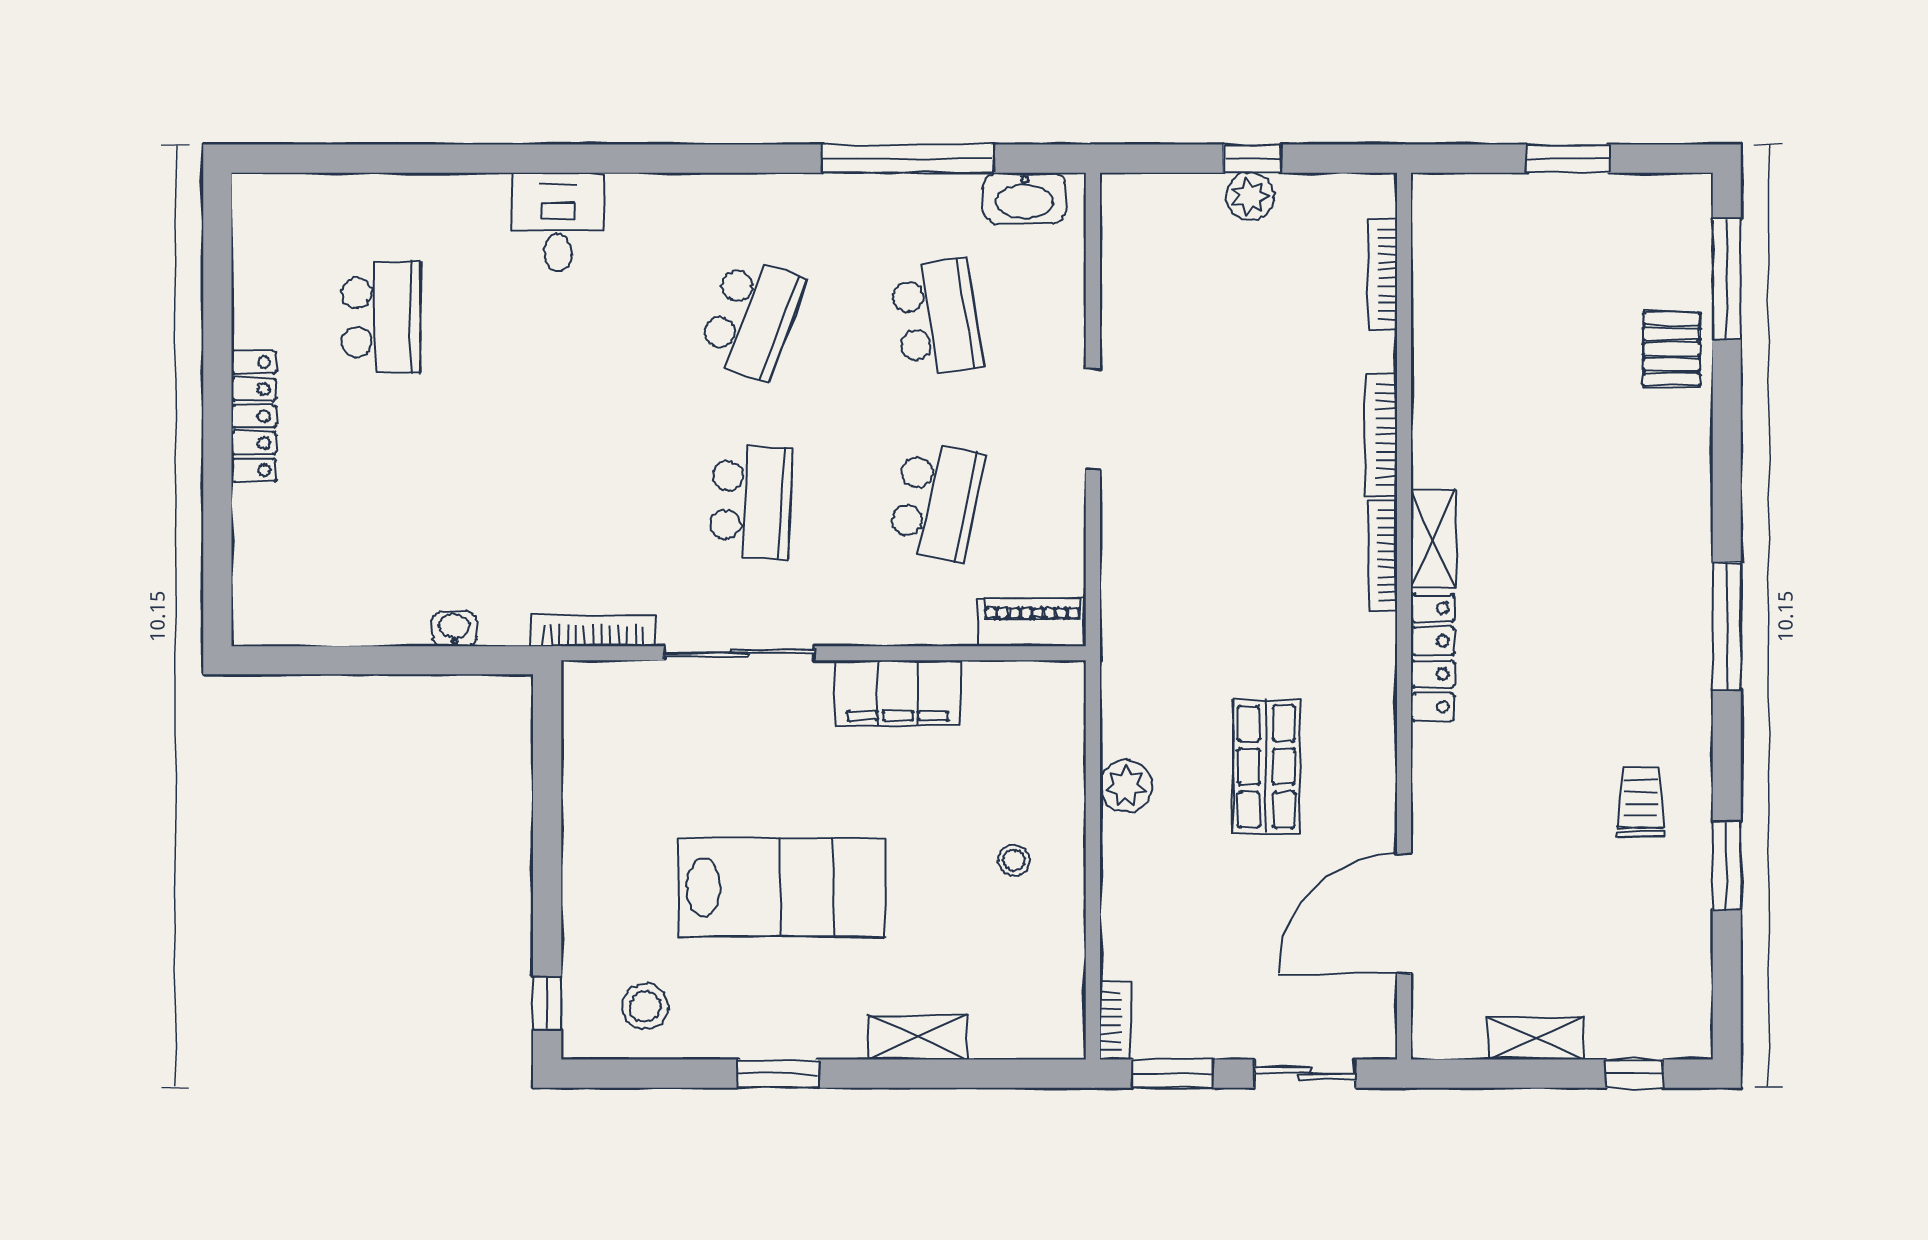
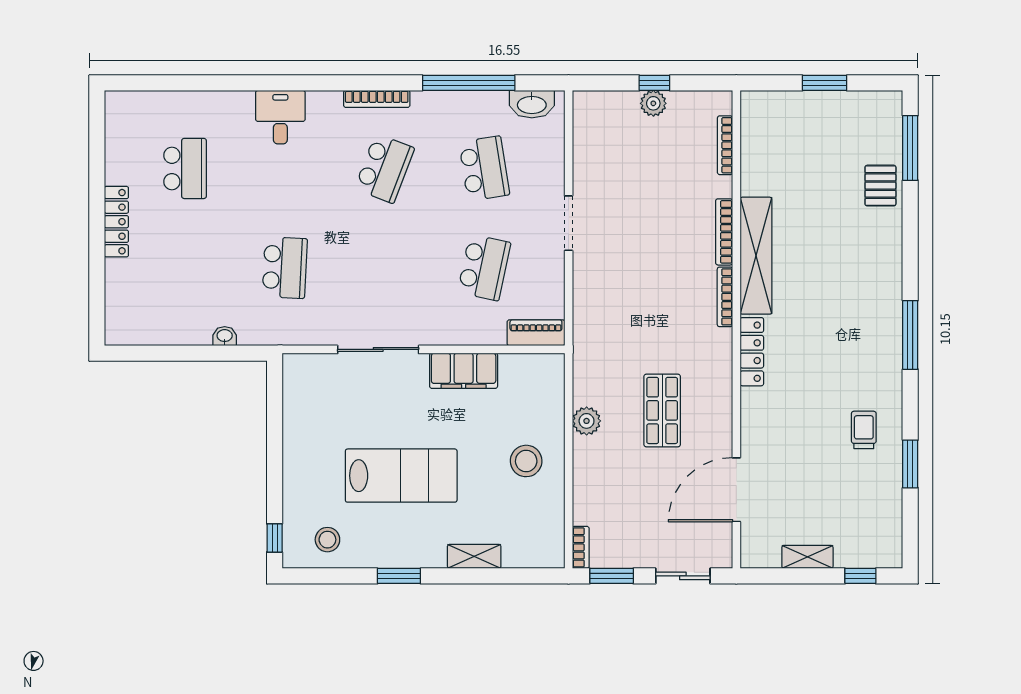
school desk: (751, 501) -> (285, 268), moved
shelving: (1433, 538) -> (756, 256), width x2.20, depth x1.33
bookcase: (593, 631) -> (377, 99), moved, turned 180
stool: (1014, 860) -> (526, 461), width x1.89, depth x1.89

